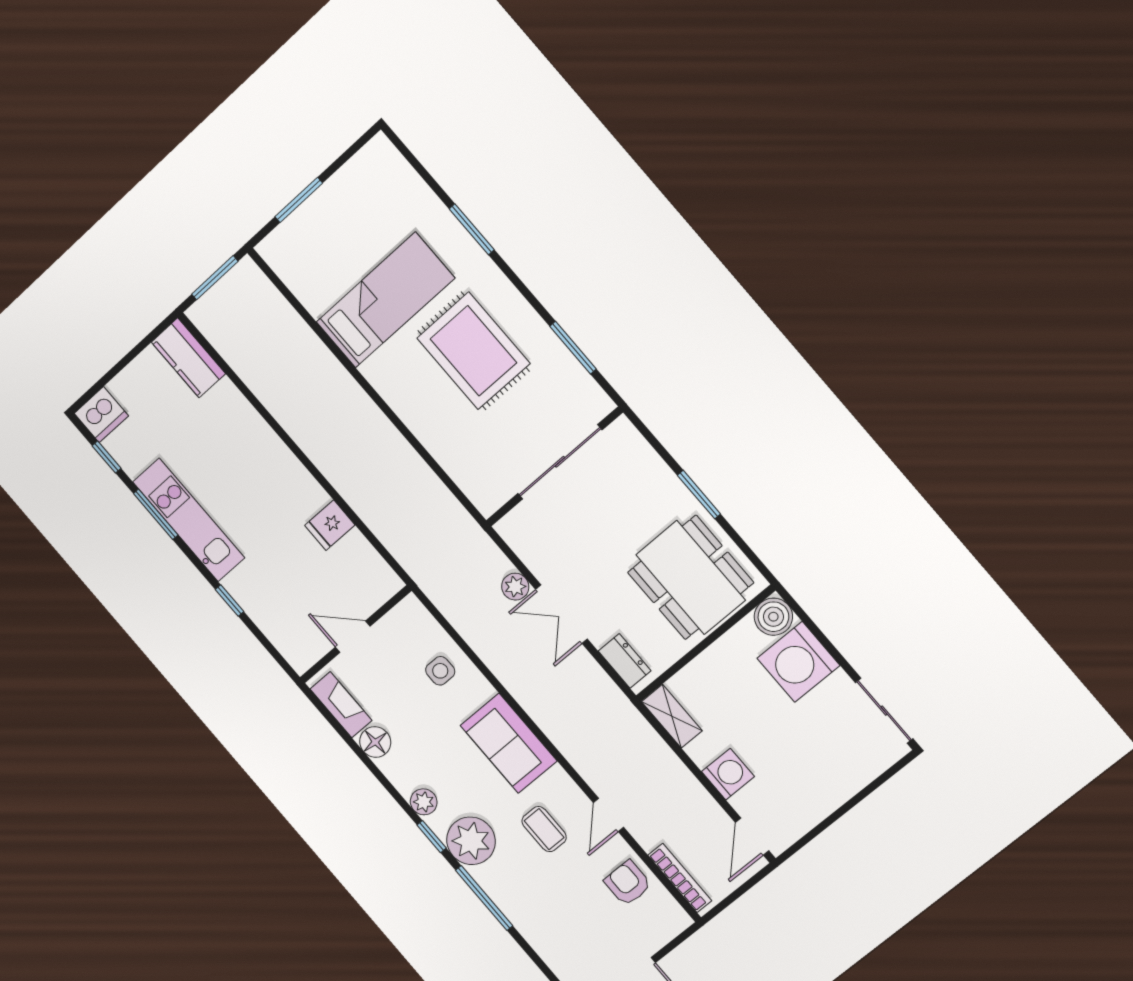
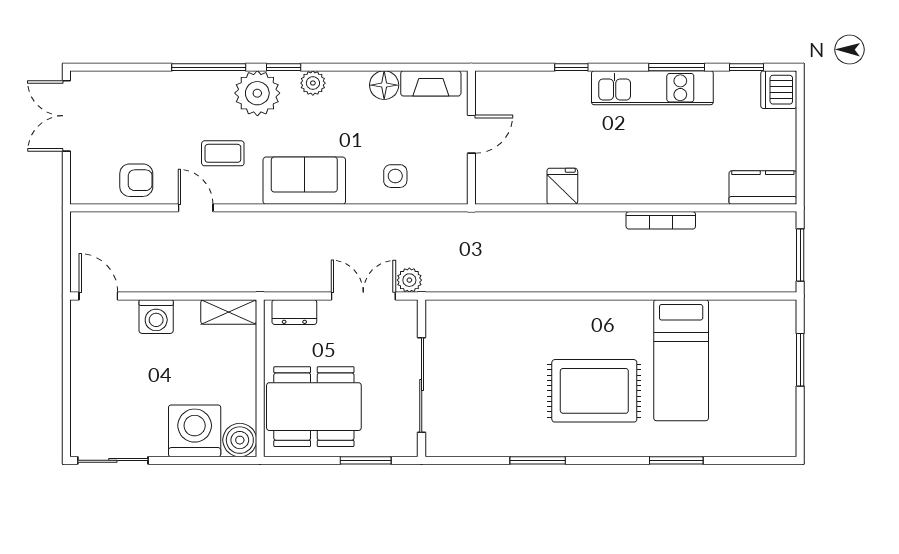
sliding door: (560, 462) -> (422, 385), moved
wall: (554, 467) -> (422, 378), moved
bookcase: (680, 878) -> (661, 220), moved

